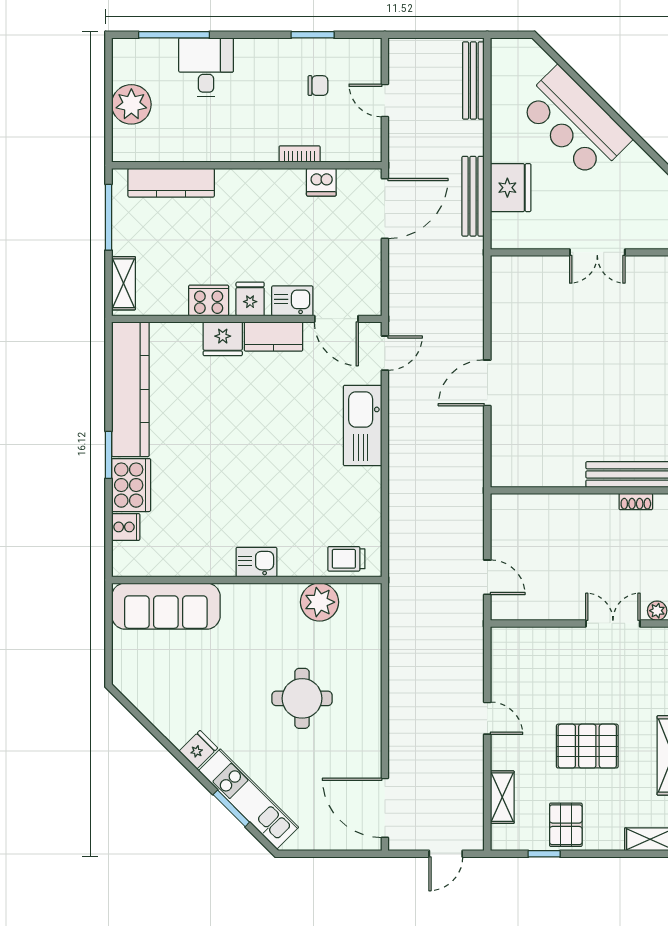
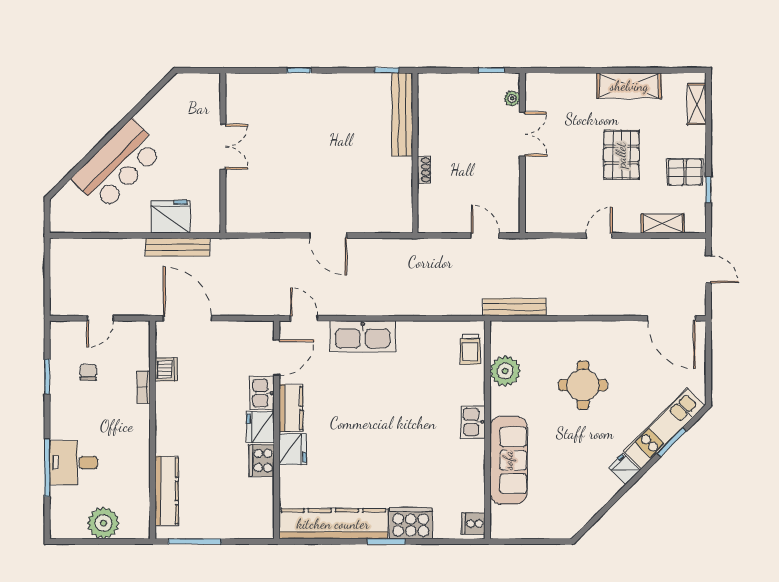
window: (174, 35) -> (47, 468), moved
bench: (473, 81) -> (515, 307), moved
shelving: (123, 283) -> (248, 529), removed
fridge: (250, 299) -> (260, 427), width x1.38
shoe rack: (636, 502) -> (424, 170), moved
cooker: (126, 527) -> (473, 523), moved, turned -90
door: (487, 577) -> (485, 236), hinge flipped
sofa: (166, 606) -> (508, 460), moved
double door: (613, 623) -> (522, 134), swing flipped
door: (385, 808) -> (671, 318), hinge flipped

